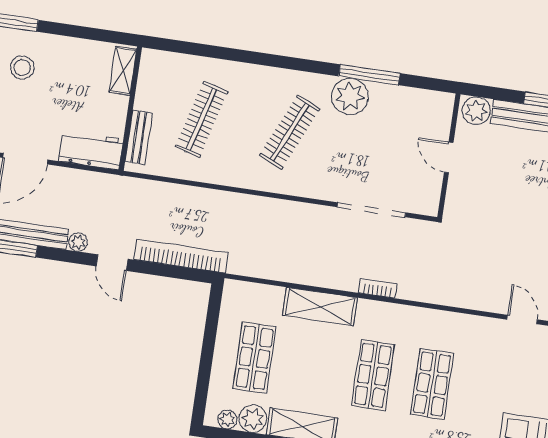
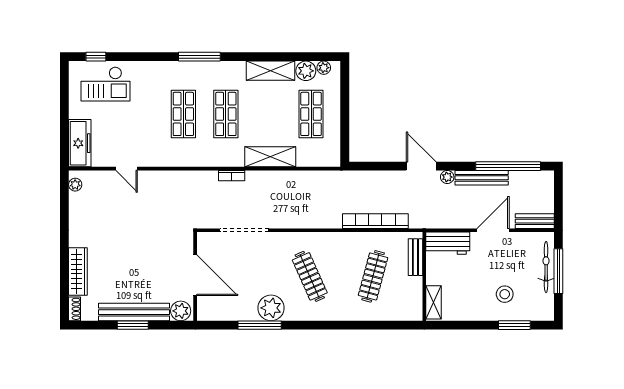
clothes rail: (290, 132) -> (310, 276), turned -48
door: (449, 157) -> (195, 275), width x1.88
bookcase: (181, 256) -> (375, 221), moved, turned 180
door: (112, 263) -> (421, 166), width x1.38

